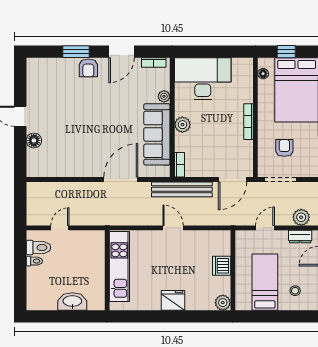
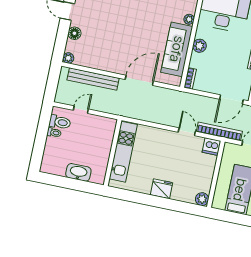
plant: (33, 171) -> (68, 58), added
bench: (182, 189) -> (93, 79), moved
bookcase: (227, 220) -> (219, 131), added
door: (173, 228) -> (187, 132), moved
dishwasher: (222, 266) -> (211, 147), moved, turned -90

